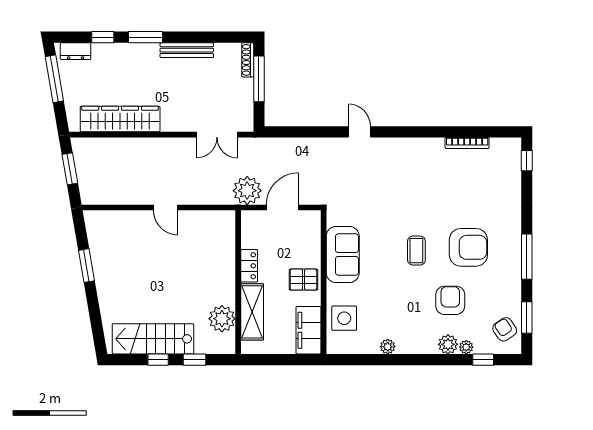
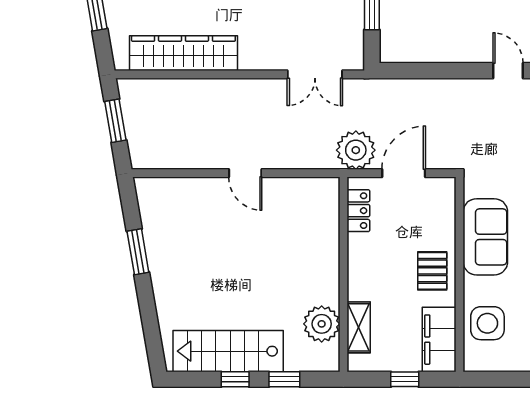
locker: (249, 266) -> (358, 211), moved
pallet: (303, 280) -> (432, 271), turned 90
shelving: (252, 312) -> (359, 327), width x0.67, depth x0.75
window: (283, 360) -> (405, 379), added

